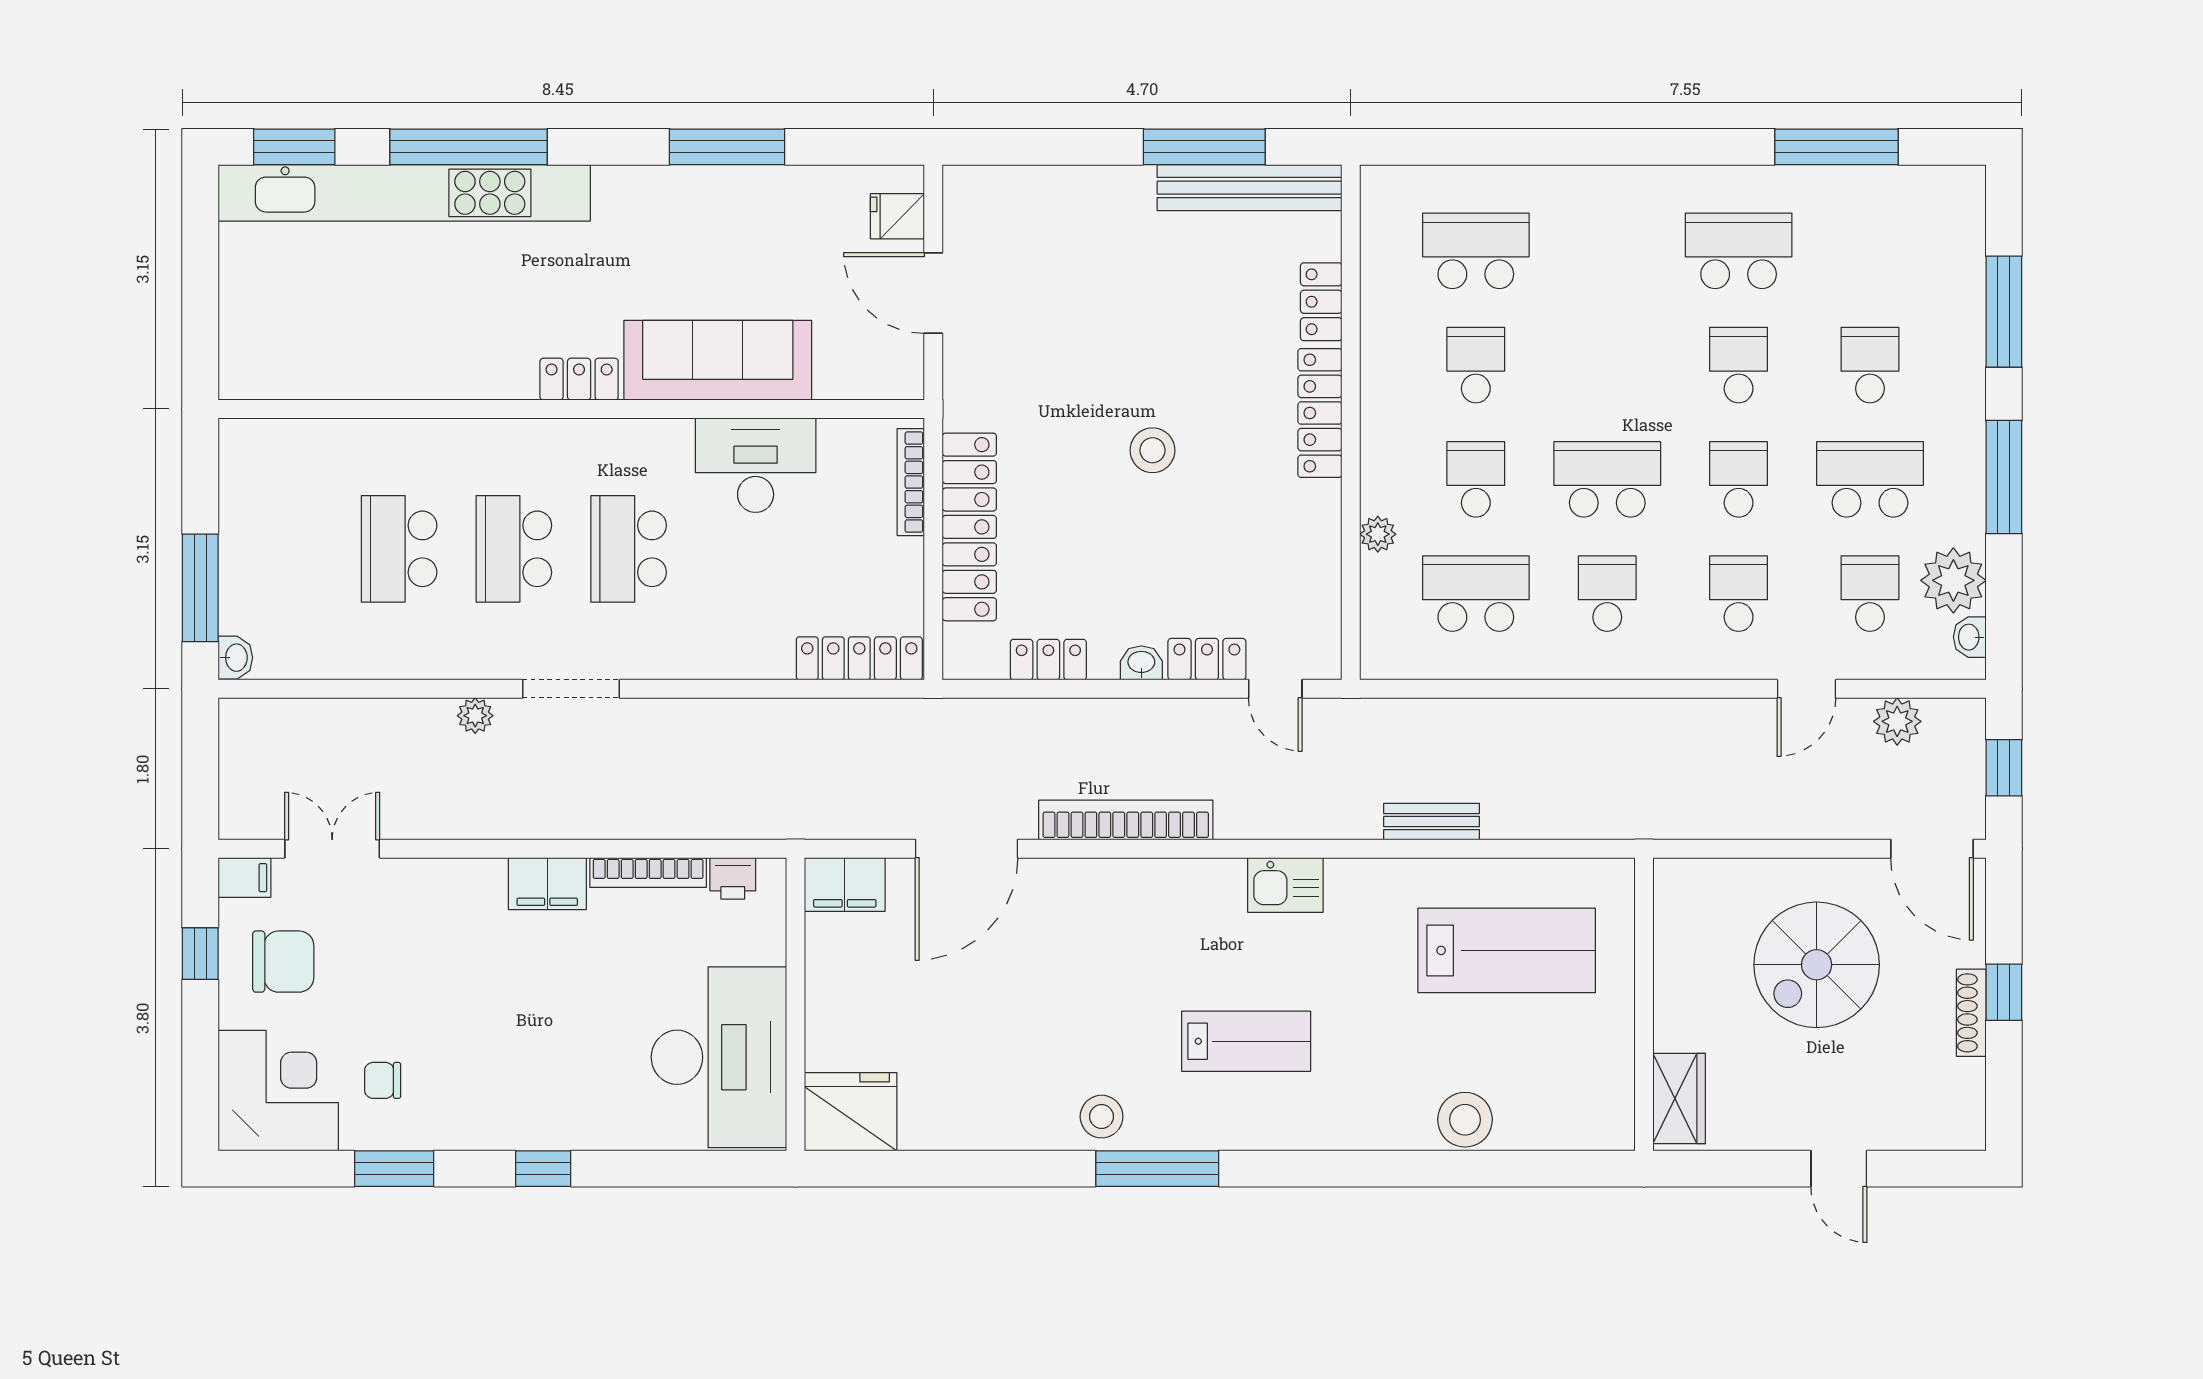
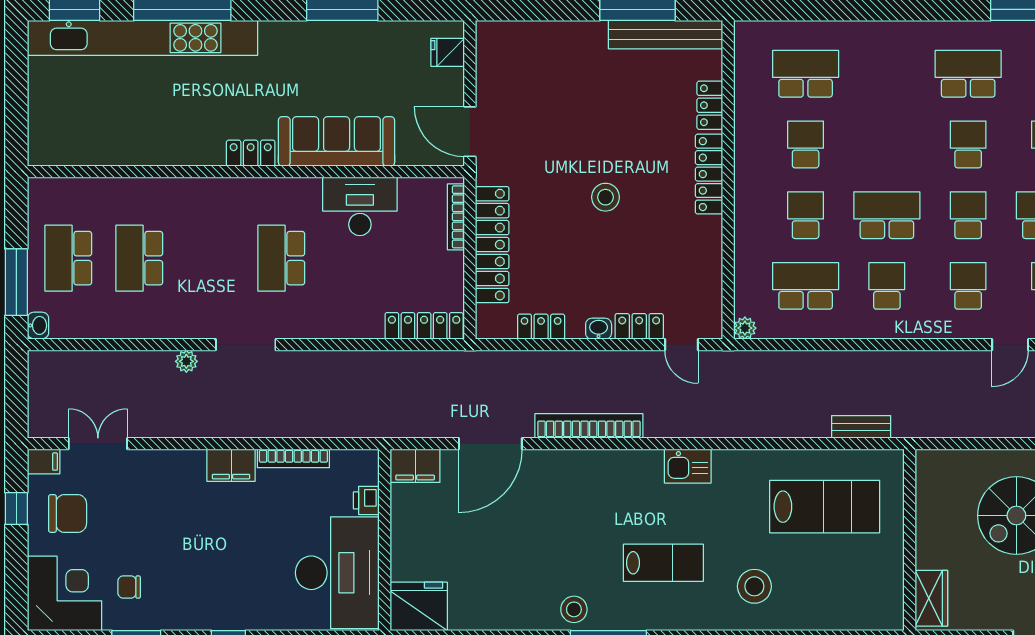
door: (933, 293) -> (470, 132), moved
plant: (1378, 534) -> (745, 328), moved
school desk: (514, 549) -> (68, 258), moved
bench: (1432, 822) -> (861, 427), moved
printer: (733, 878) -> (366, 500), moved, turned 90
stool: (1465, 1120) -> (754, 586), moved

